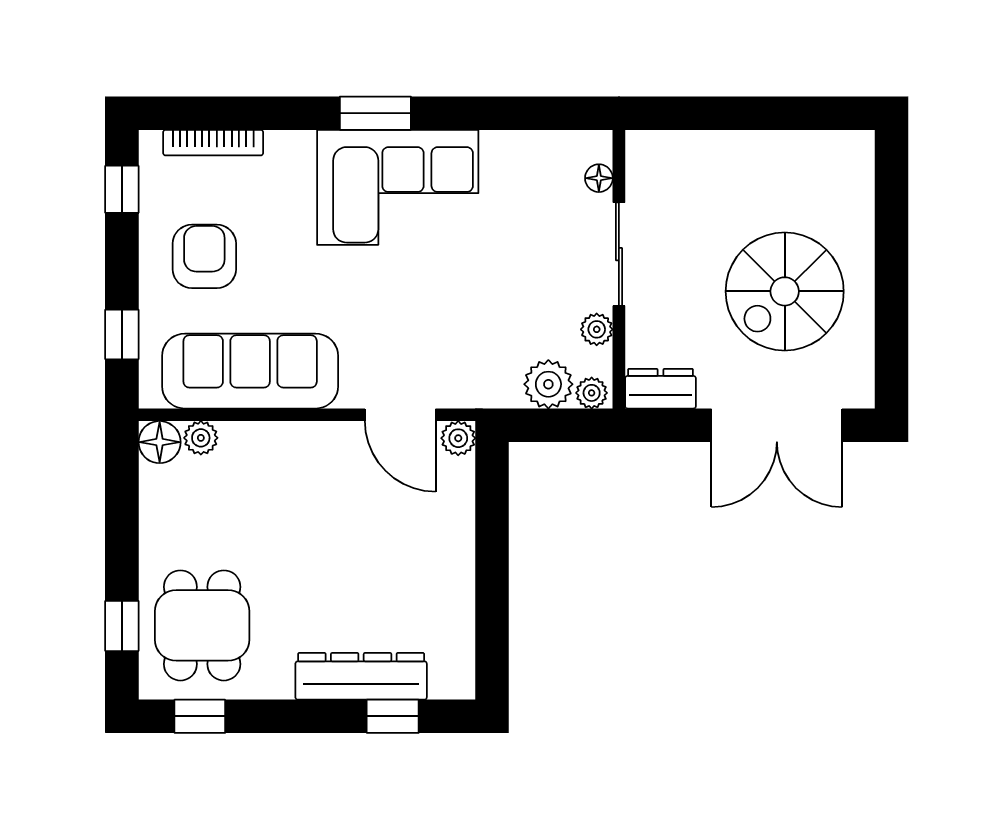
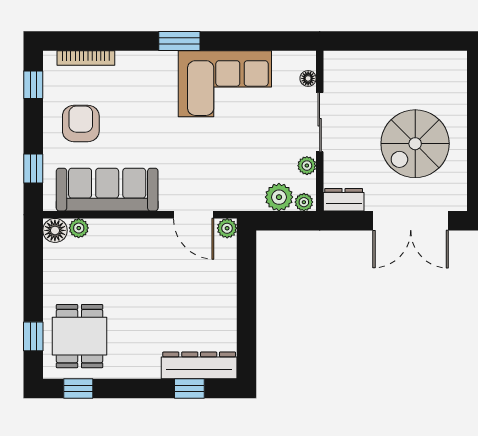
corner sofa: (398, 187) -> (225, 84), moved
dresser: (361, 676) -> (199, 365), moved

